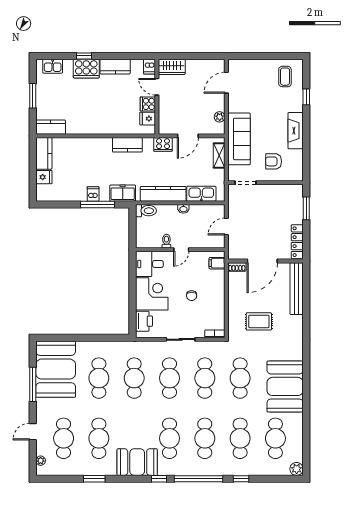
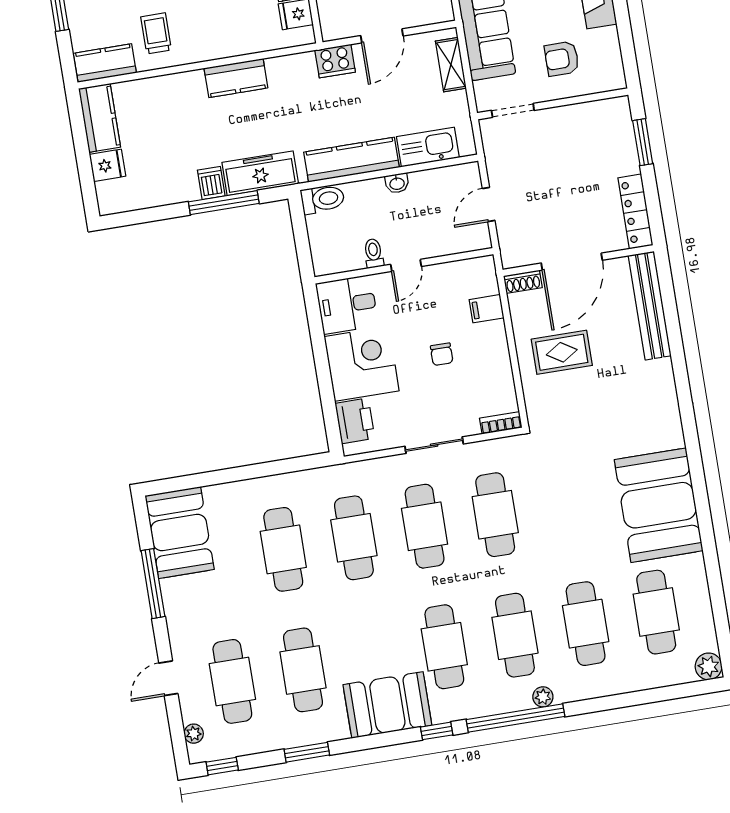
trolley: (78, 117) -> (156, 33), added
kitchen counter: (127, 145) -> (236, 78), moved
freezer: (123, 193) -> (260, 173), width x1.40
filing cabinet: (217, 263) -> (487, 309), moved
rug: (259, 321) -> (562, 352), moved
booth: (56, 369) -> (180, 533), width x0.73, depth x0.70
cafe table: (240, 378) -> (566, 503), removed
plant: (213, 471) -> (543, 697), added
window: (241, 479) -> (222, 766), moved

